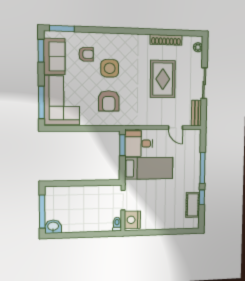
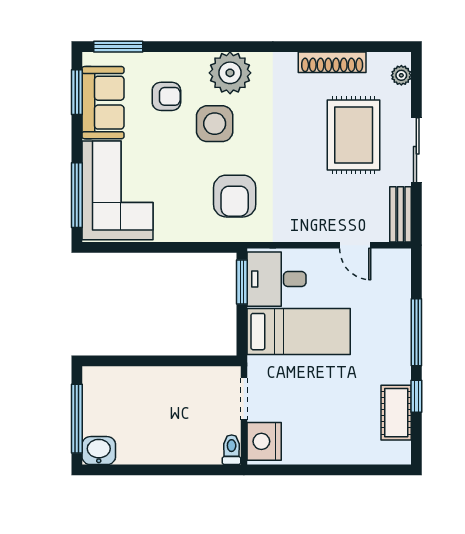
plant: (117, 43) -> (230, 73), added
rug: (163, 79) -> (354, 135), moved
armchair: (109, 101) -> (235, 196), moved

